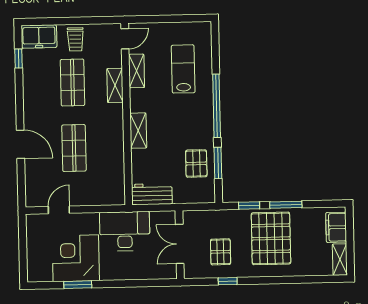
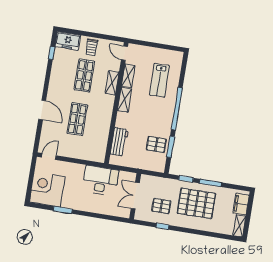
door: (125, 39) -> (124, 53), swing flipped
lab bench: (183, 69) -> (159, 80), turned 180
shelving: (138, 131) -> (125, 100), moved
pallet: (196, 163) -> (156, 144), turned 90
workbench: (152, 194) -> (119, 142), moved, turned 90
door: (59, 210) -> (49, 156), moved
pallet: (271, 238) -> (196, 203), turned 90
pallet: (221, 252) -> (161, 206), turned 90
corner desk: (76, 258) -> (47, 189), moved

